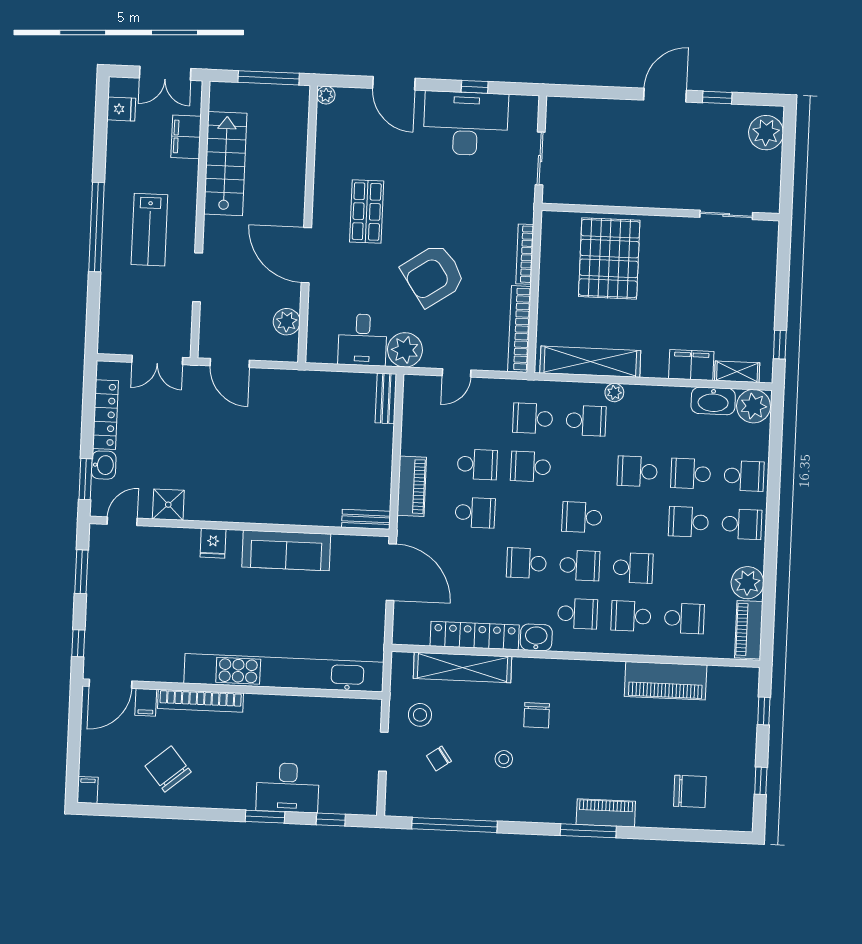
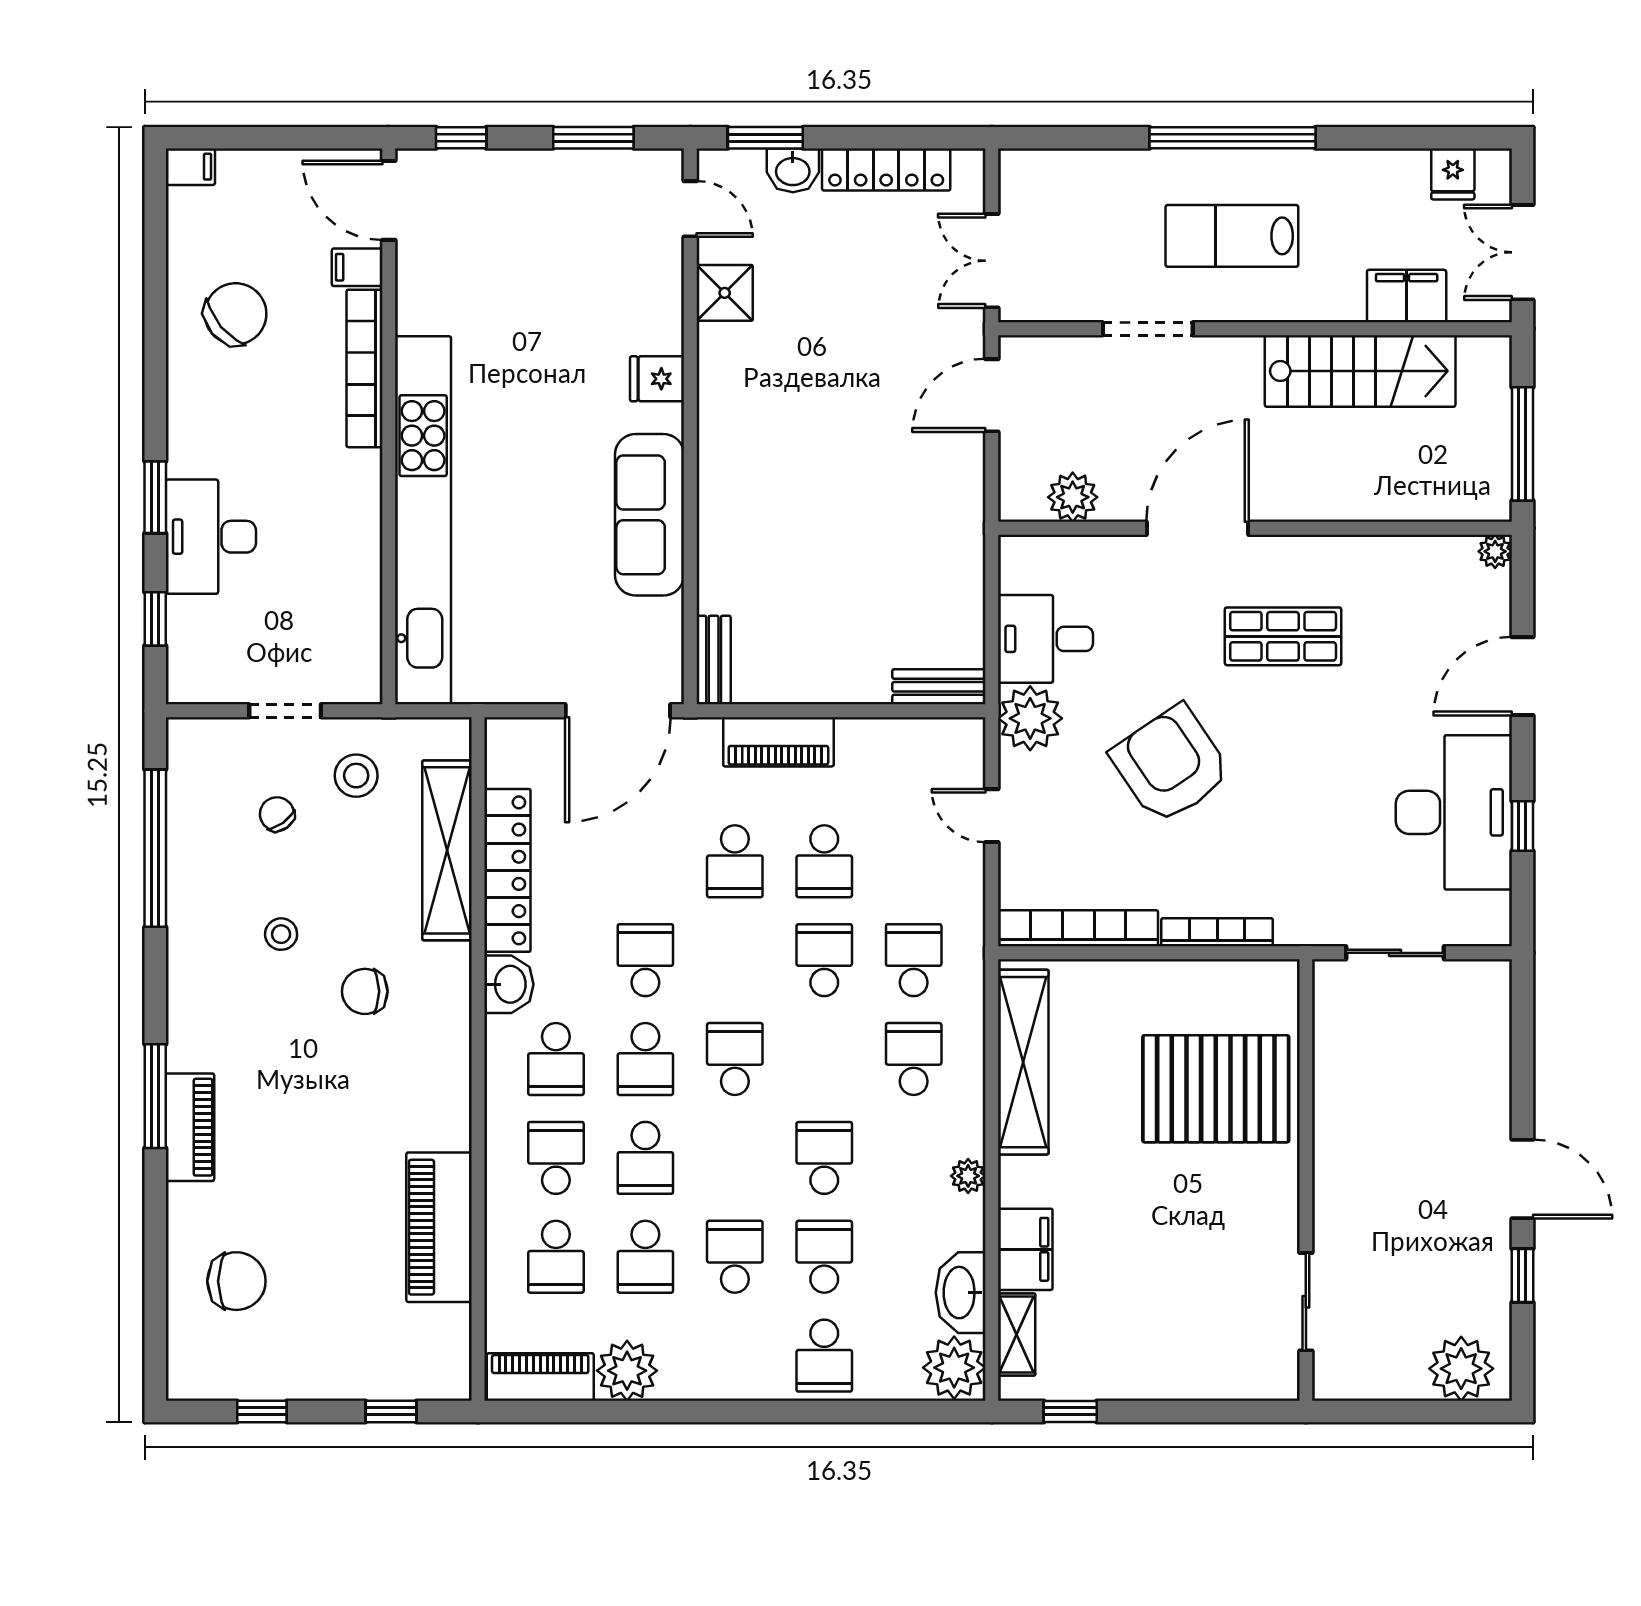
plant: (614, 393) -> (968, 1176), moved
school desk: (586, 421) -> (914, 1059), turned 180
school desk: (742, 524) -> (645, 1257), moved
chair: (690, 791) -> (236, 1281), turned -90

